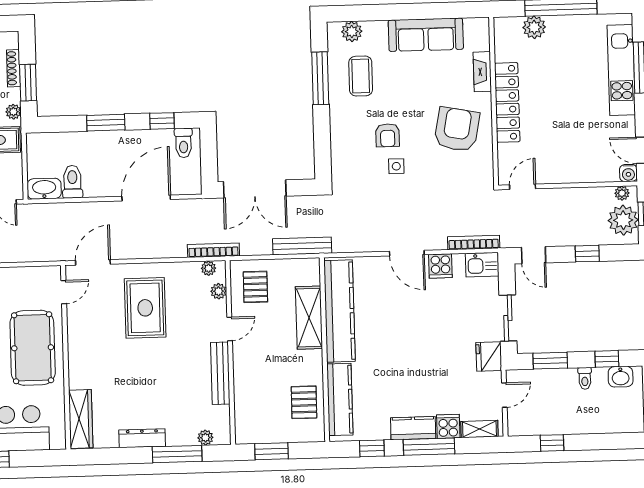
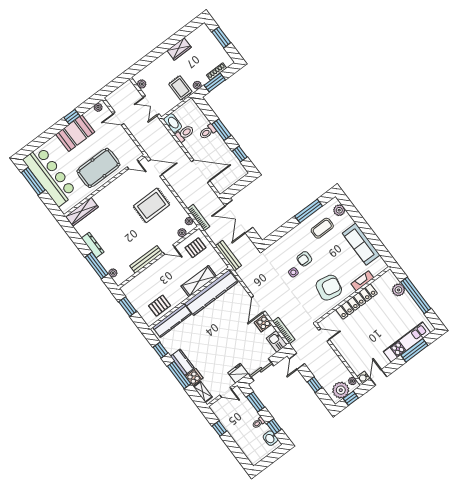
toilet: (183, 143) -> (208, 132), moved

